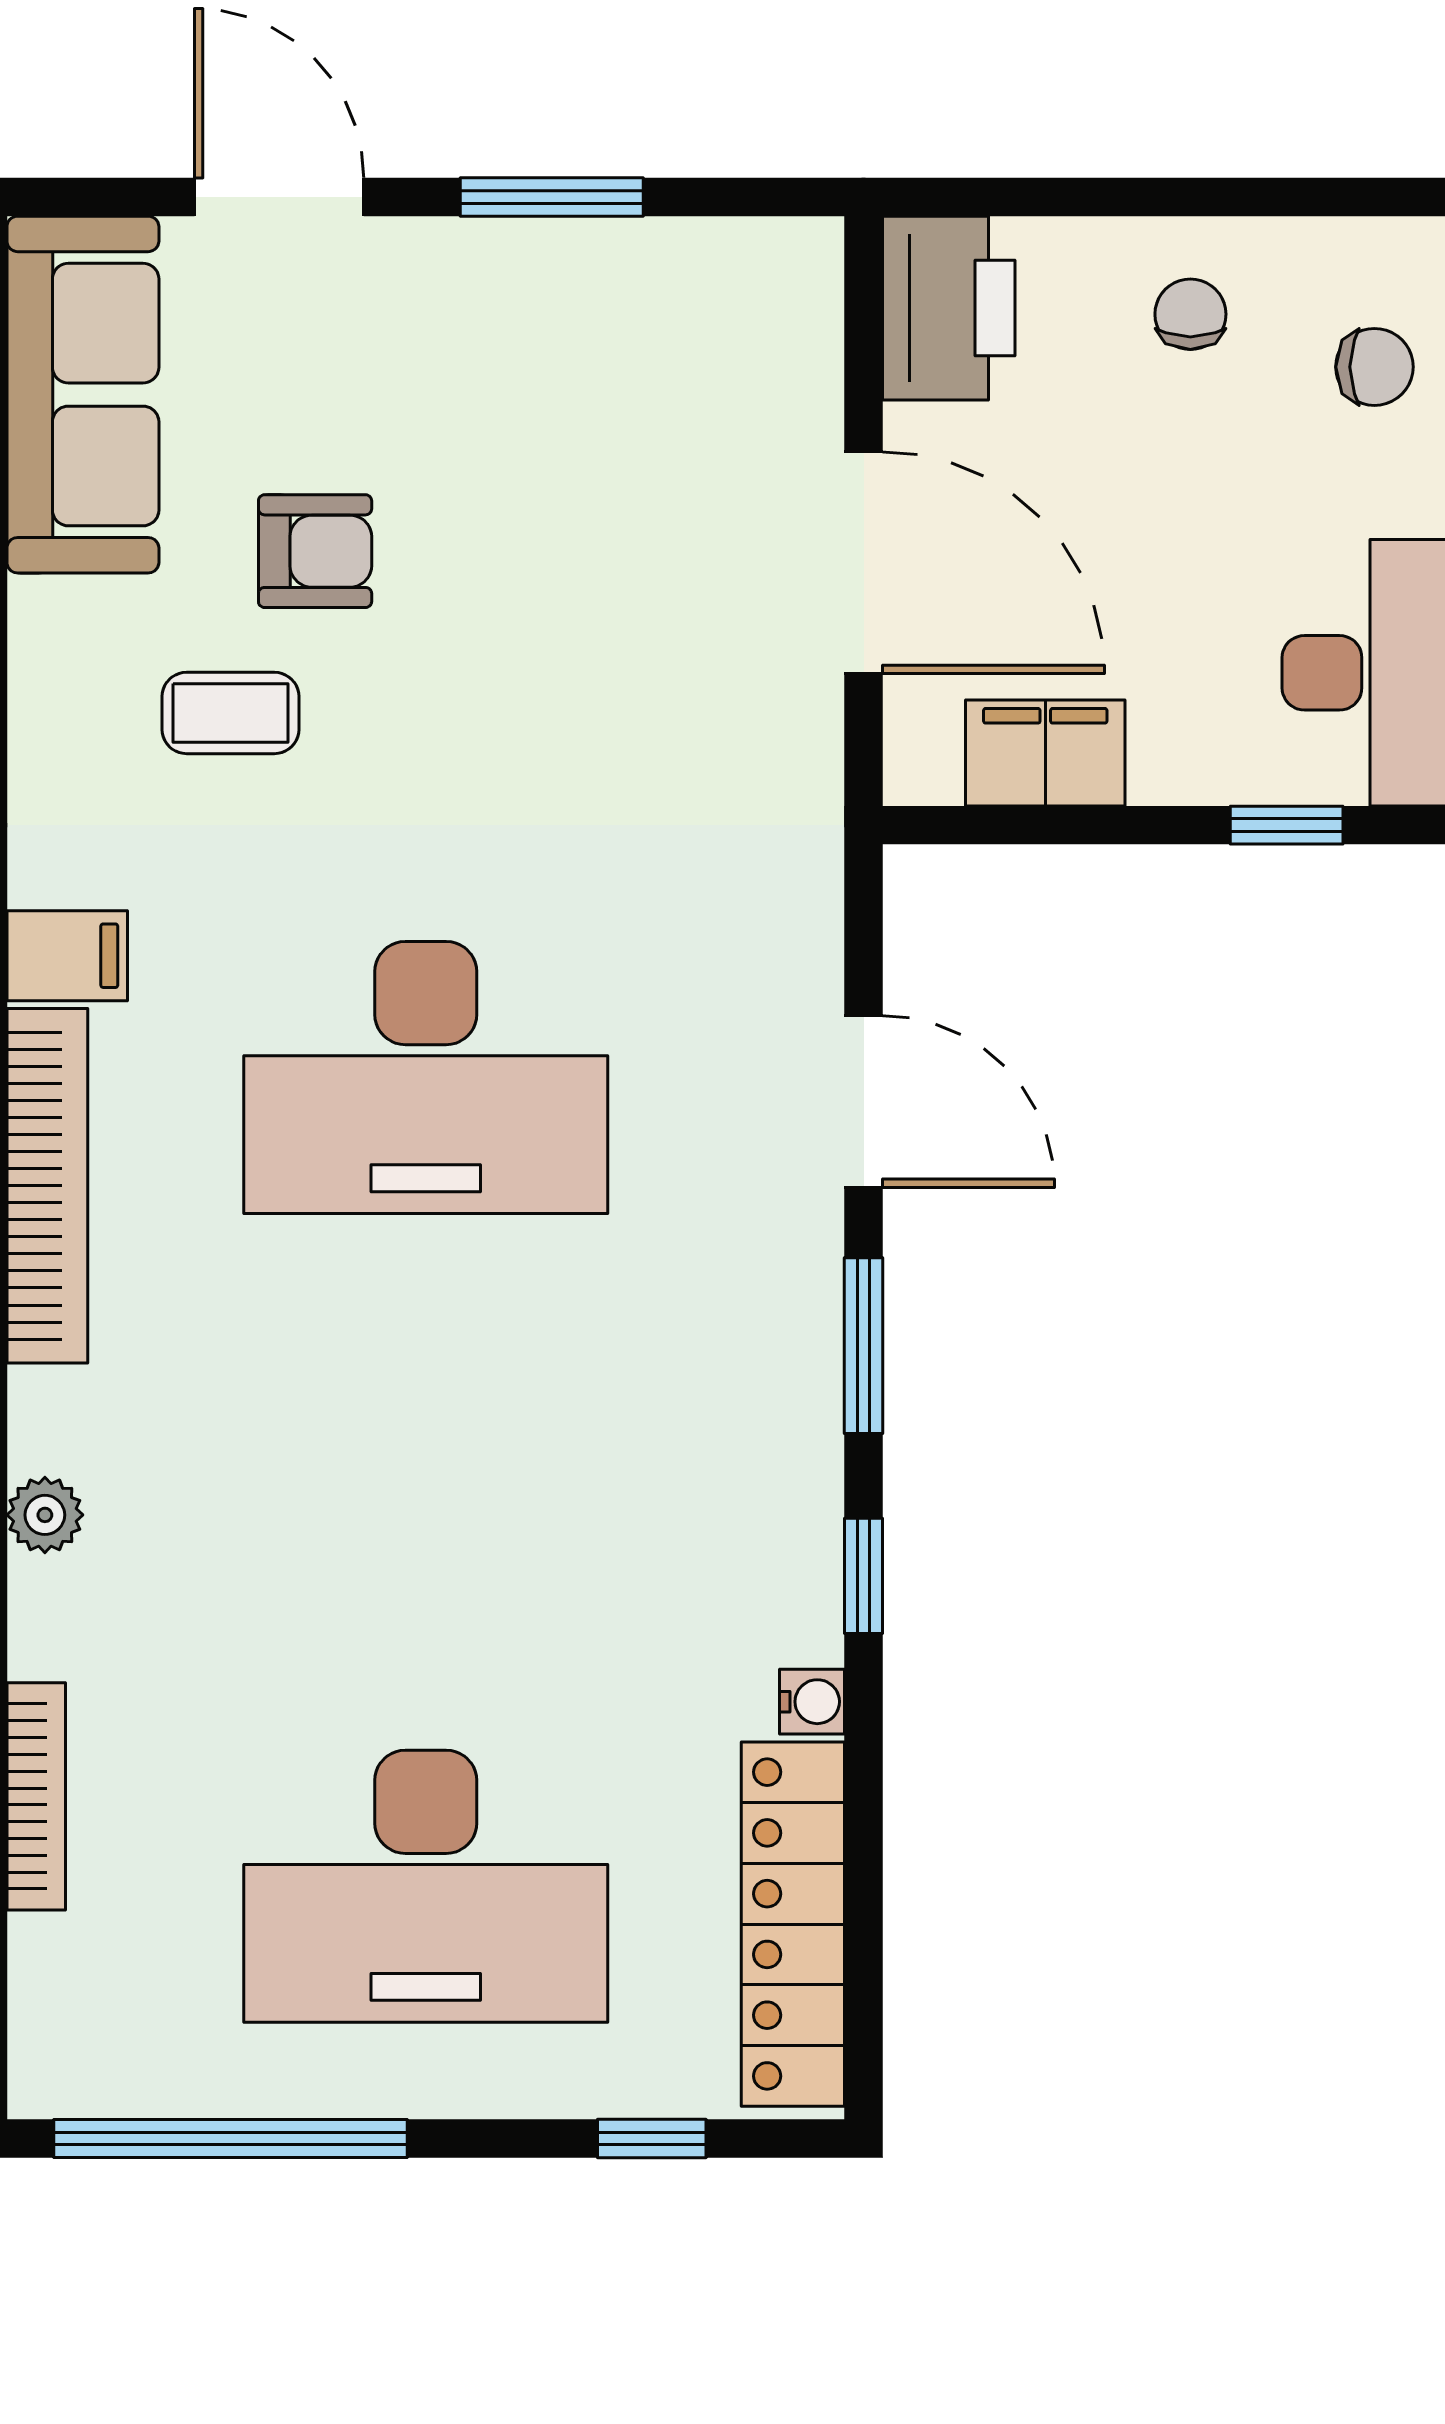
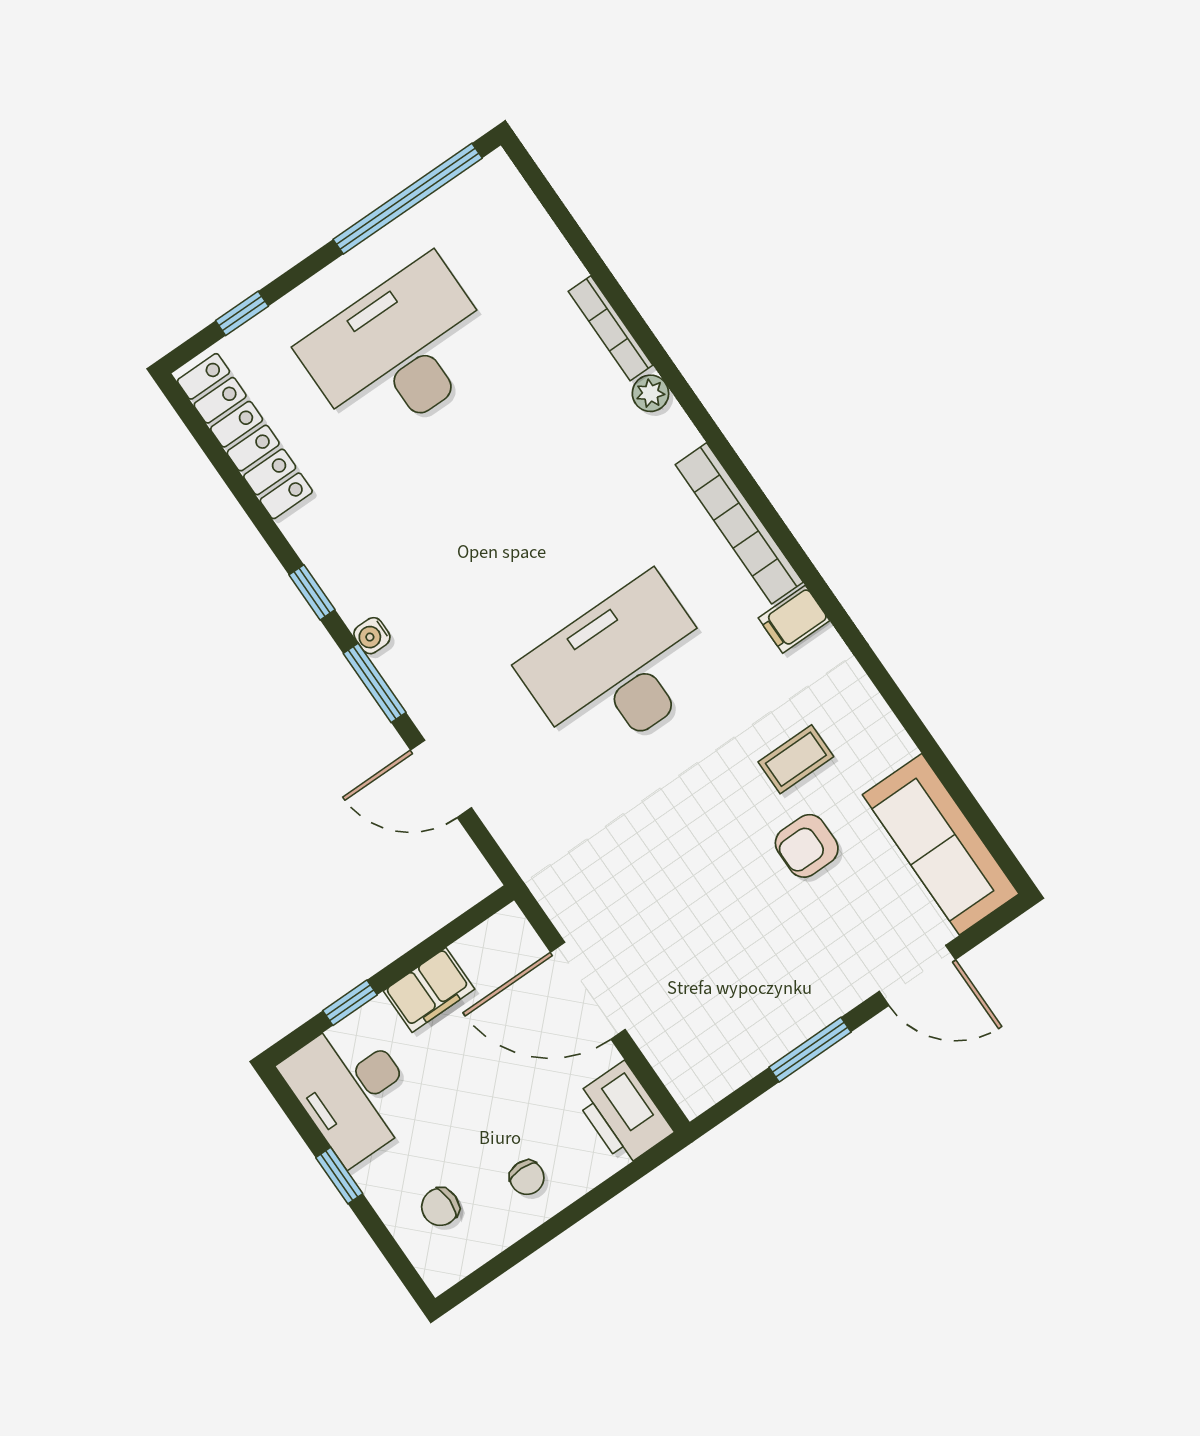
filing cabinet: (1045, 753) -> (429, 990), moved
water cooler: (812, 1702) -> (372, 636), moved
bookcase: (36, 1796) -> (610, 328), moved

